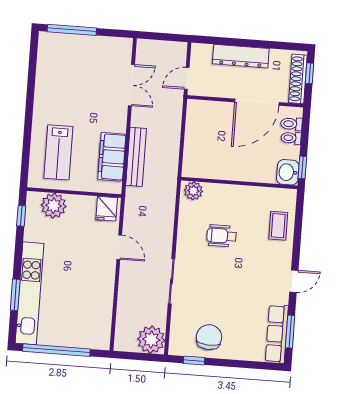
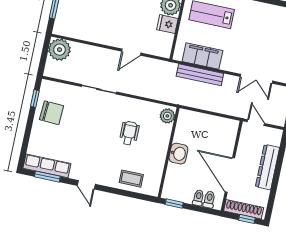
washbasin: (288, 172) -> (178, 154), moved, turned 90
fridge: (107, 209) -> (167, 24), moved
plant: (151, 340) -> (59, 50), moved

